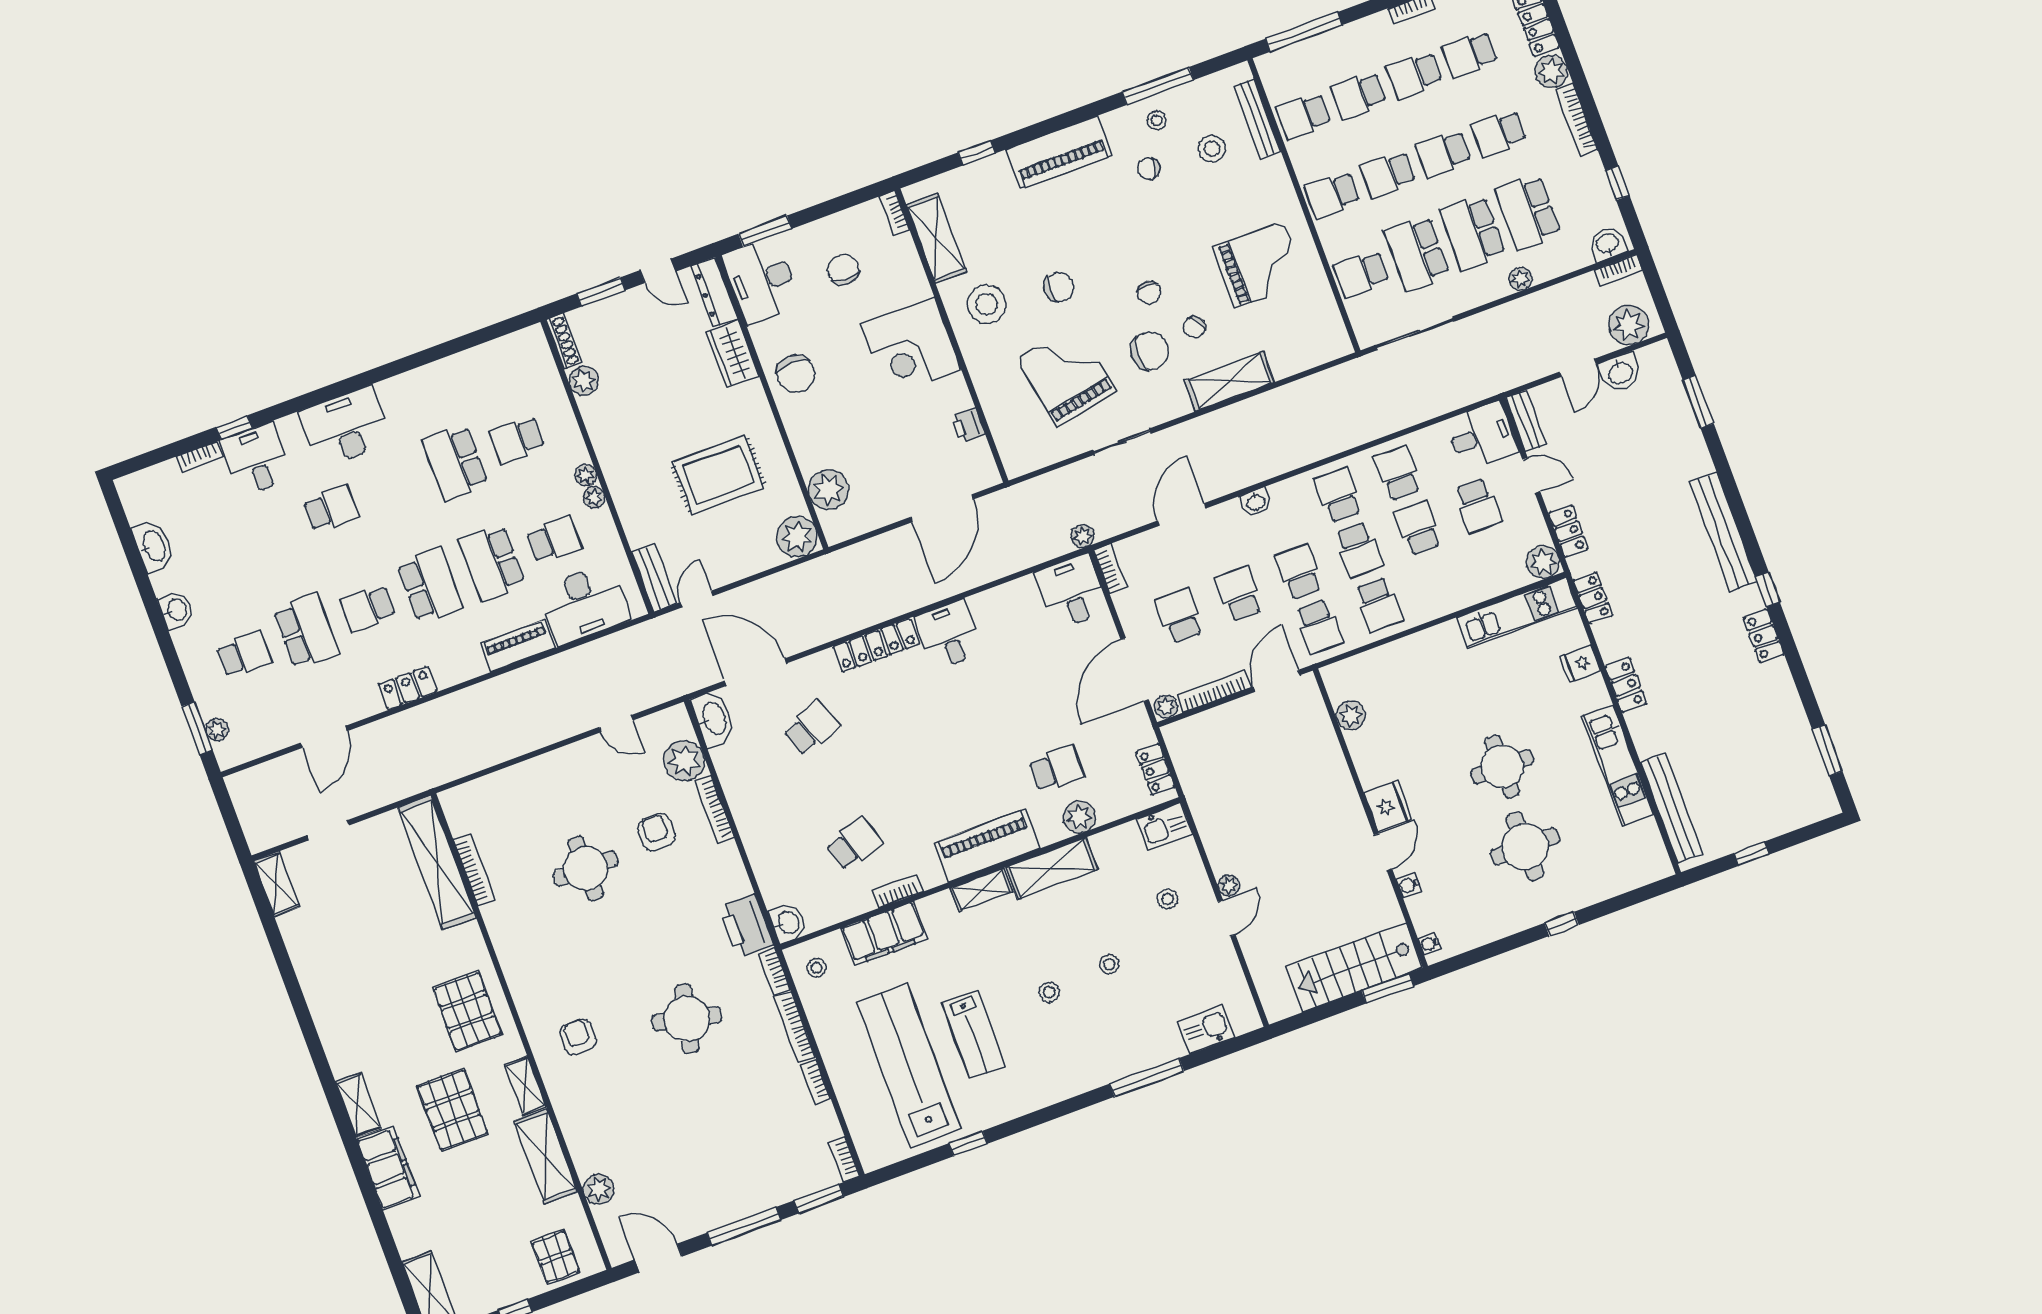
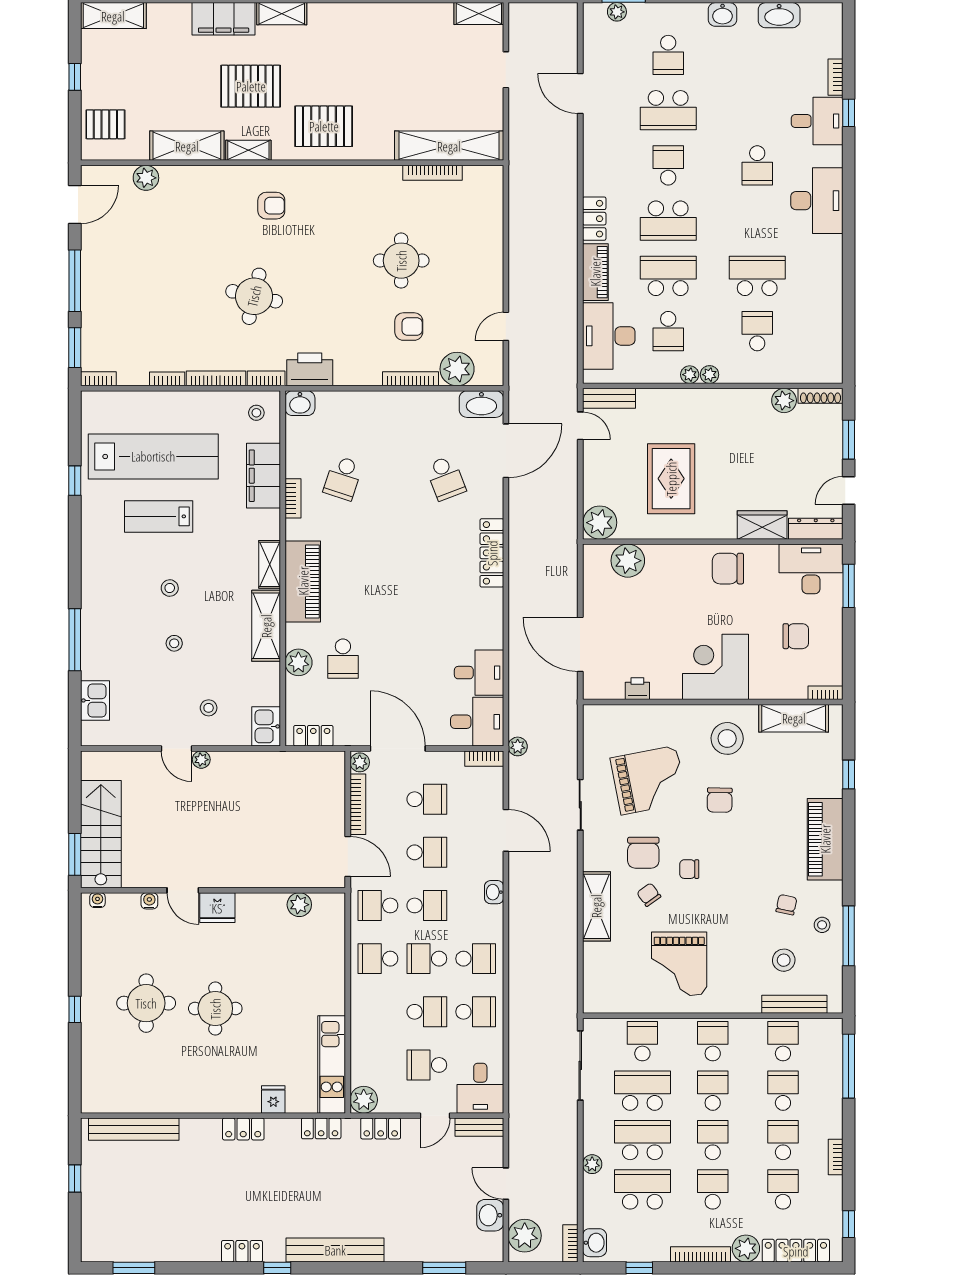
desk: (949, 635) -> (479, 673), moved
locker: (408, 688) -> (594, 219), moved
kitchen unit: (1618, 766) -> (182, 1100), removed
school desk: (854, 844) -> (343, 478), turned 36

